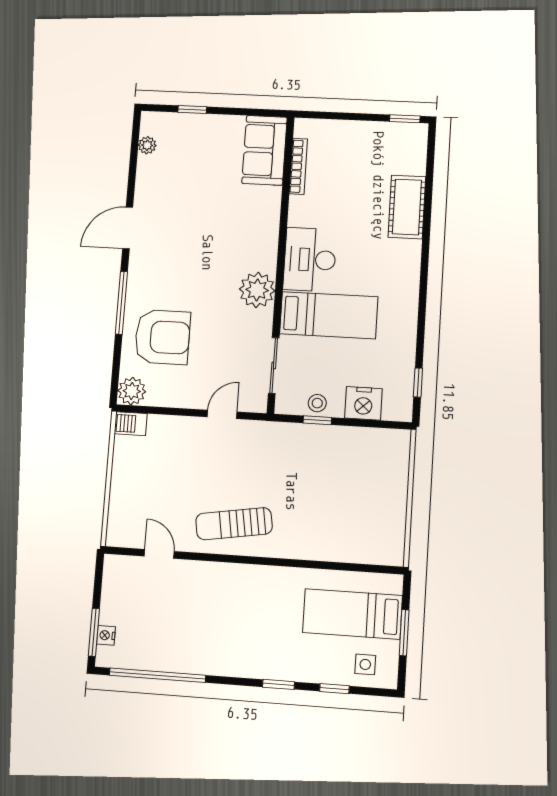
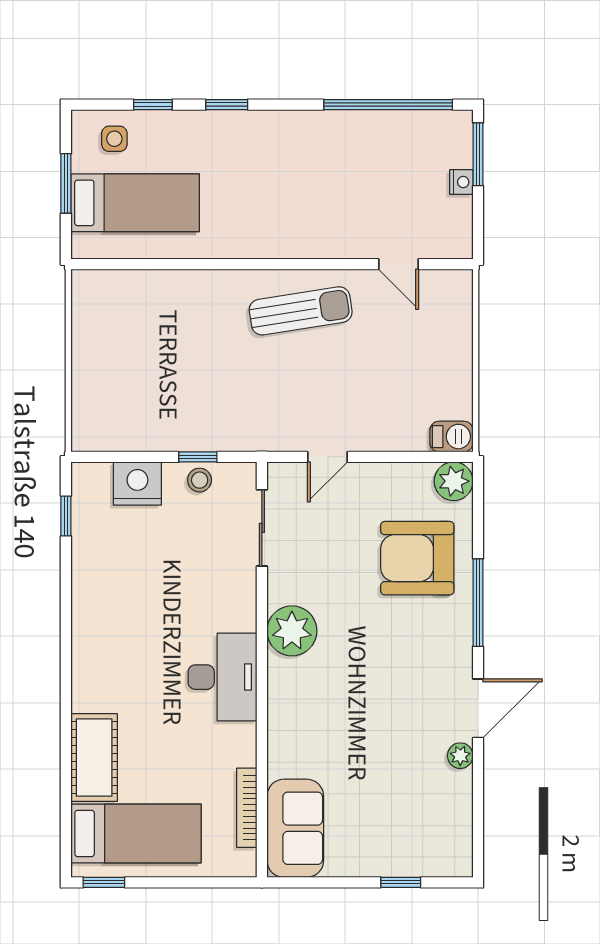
plant: (147, 145) -> (460, 756), moved
bed: (329, 315) -> (136, 833), moved, turned 180
nightstand: (106, 635) -> (461, 182), moved

